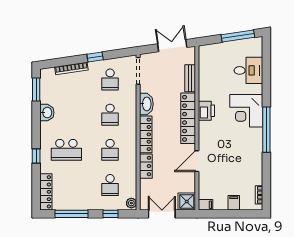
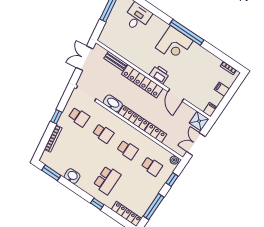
printer: (206, 111) -> (159, 74), moved
corner desk: (246, 111) -> (174, 44), moved

